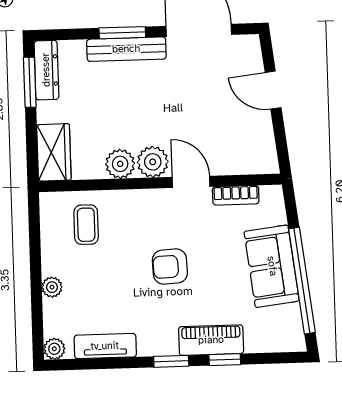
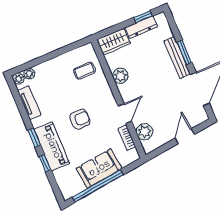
dresser: (46, 70) -> (141, 27), moved
window: (30, 82) -> (143, 17), width x0.67
plant: (153, 162) -> (144, 132), moved
armchair: (170, 267) -> (80, 119), turned 93
plant: (52, 287) -> (29, 74), moved
piano: (211, 340) -> (52, 146), width x1.37, depth x1.33

